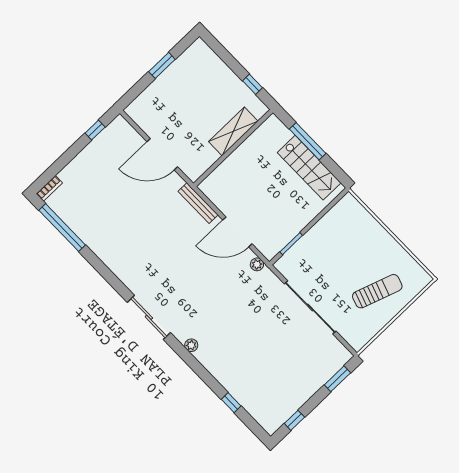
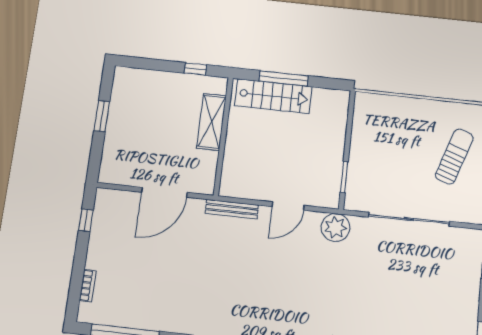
stairs: (309, 168) -> (273, 96), moved
bookcase: (49, 188) -> (88, 286), moved
door: (237, 232) -> (288, 206), width x0.73
plant: (257, 264) -> (335, 227), width x1.88, depth x1.88

